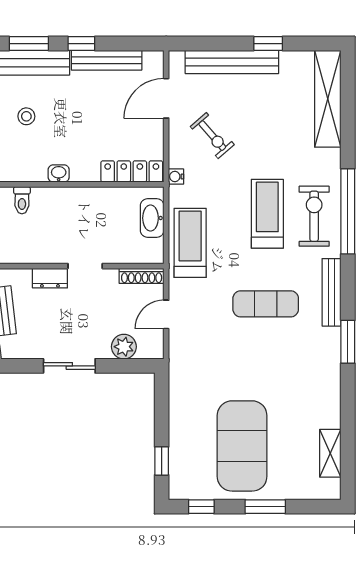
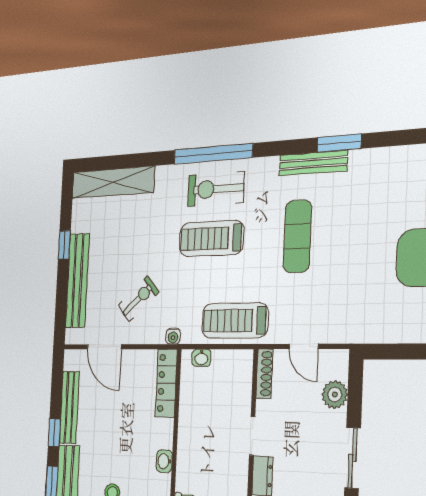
washbasin: (152, 218) -> (201, 358), width x0.52, depth x0.69
bench: (332, 292) -> (313, 163), moved

